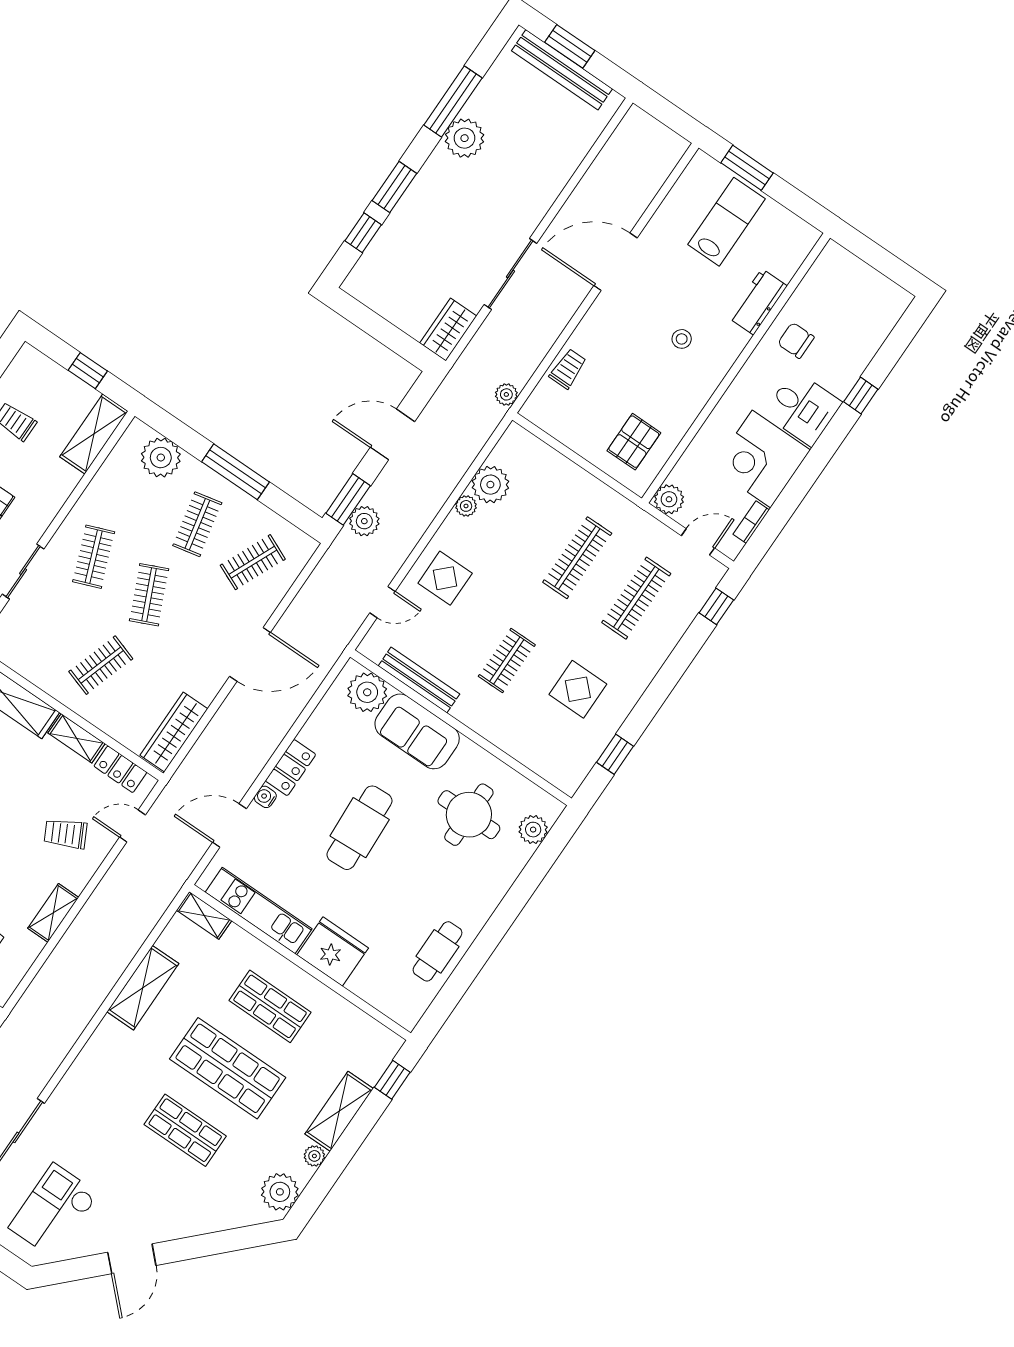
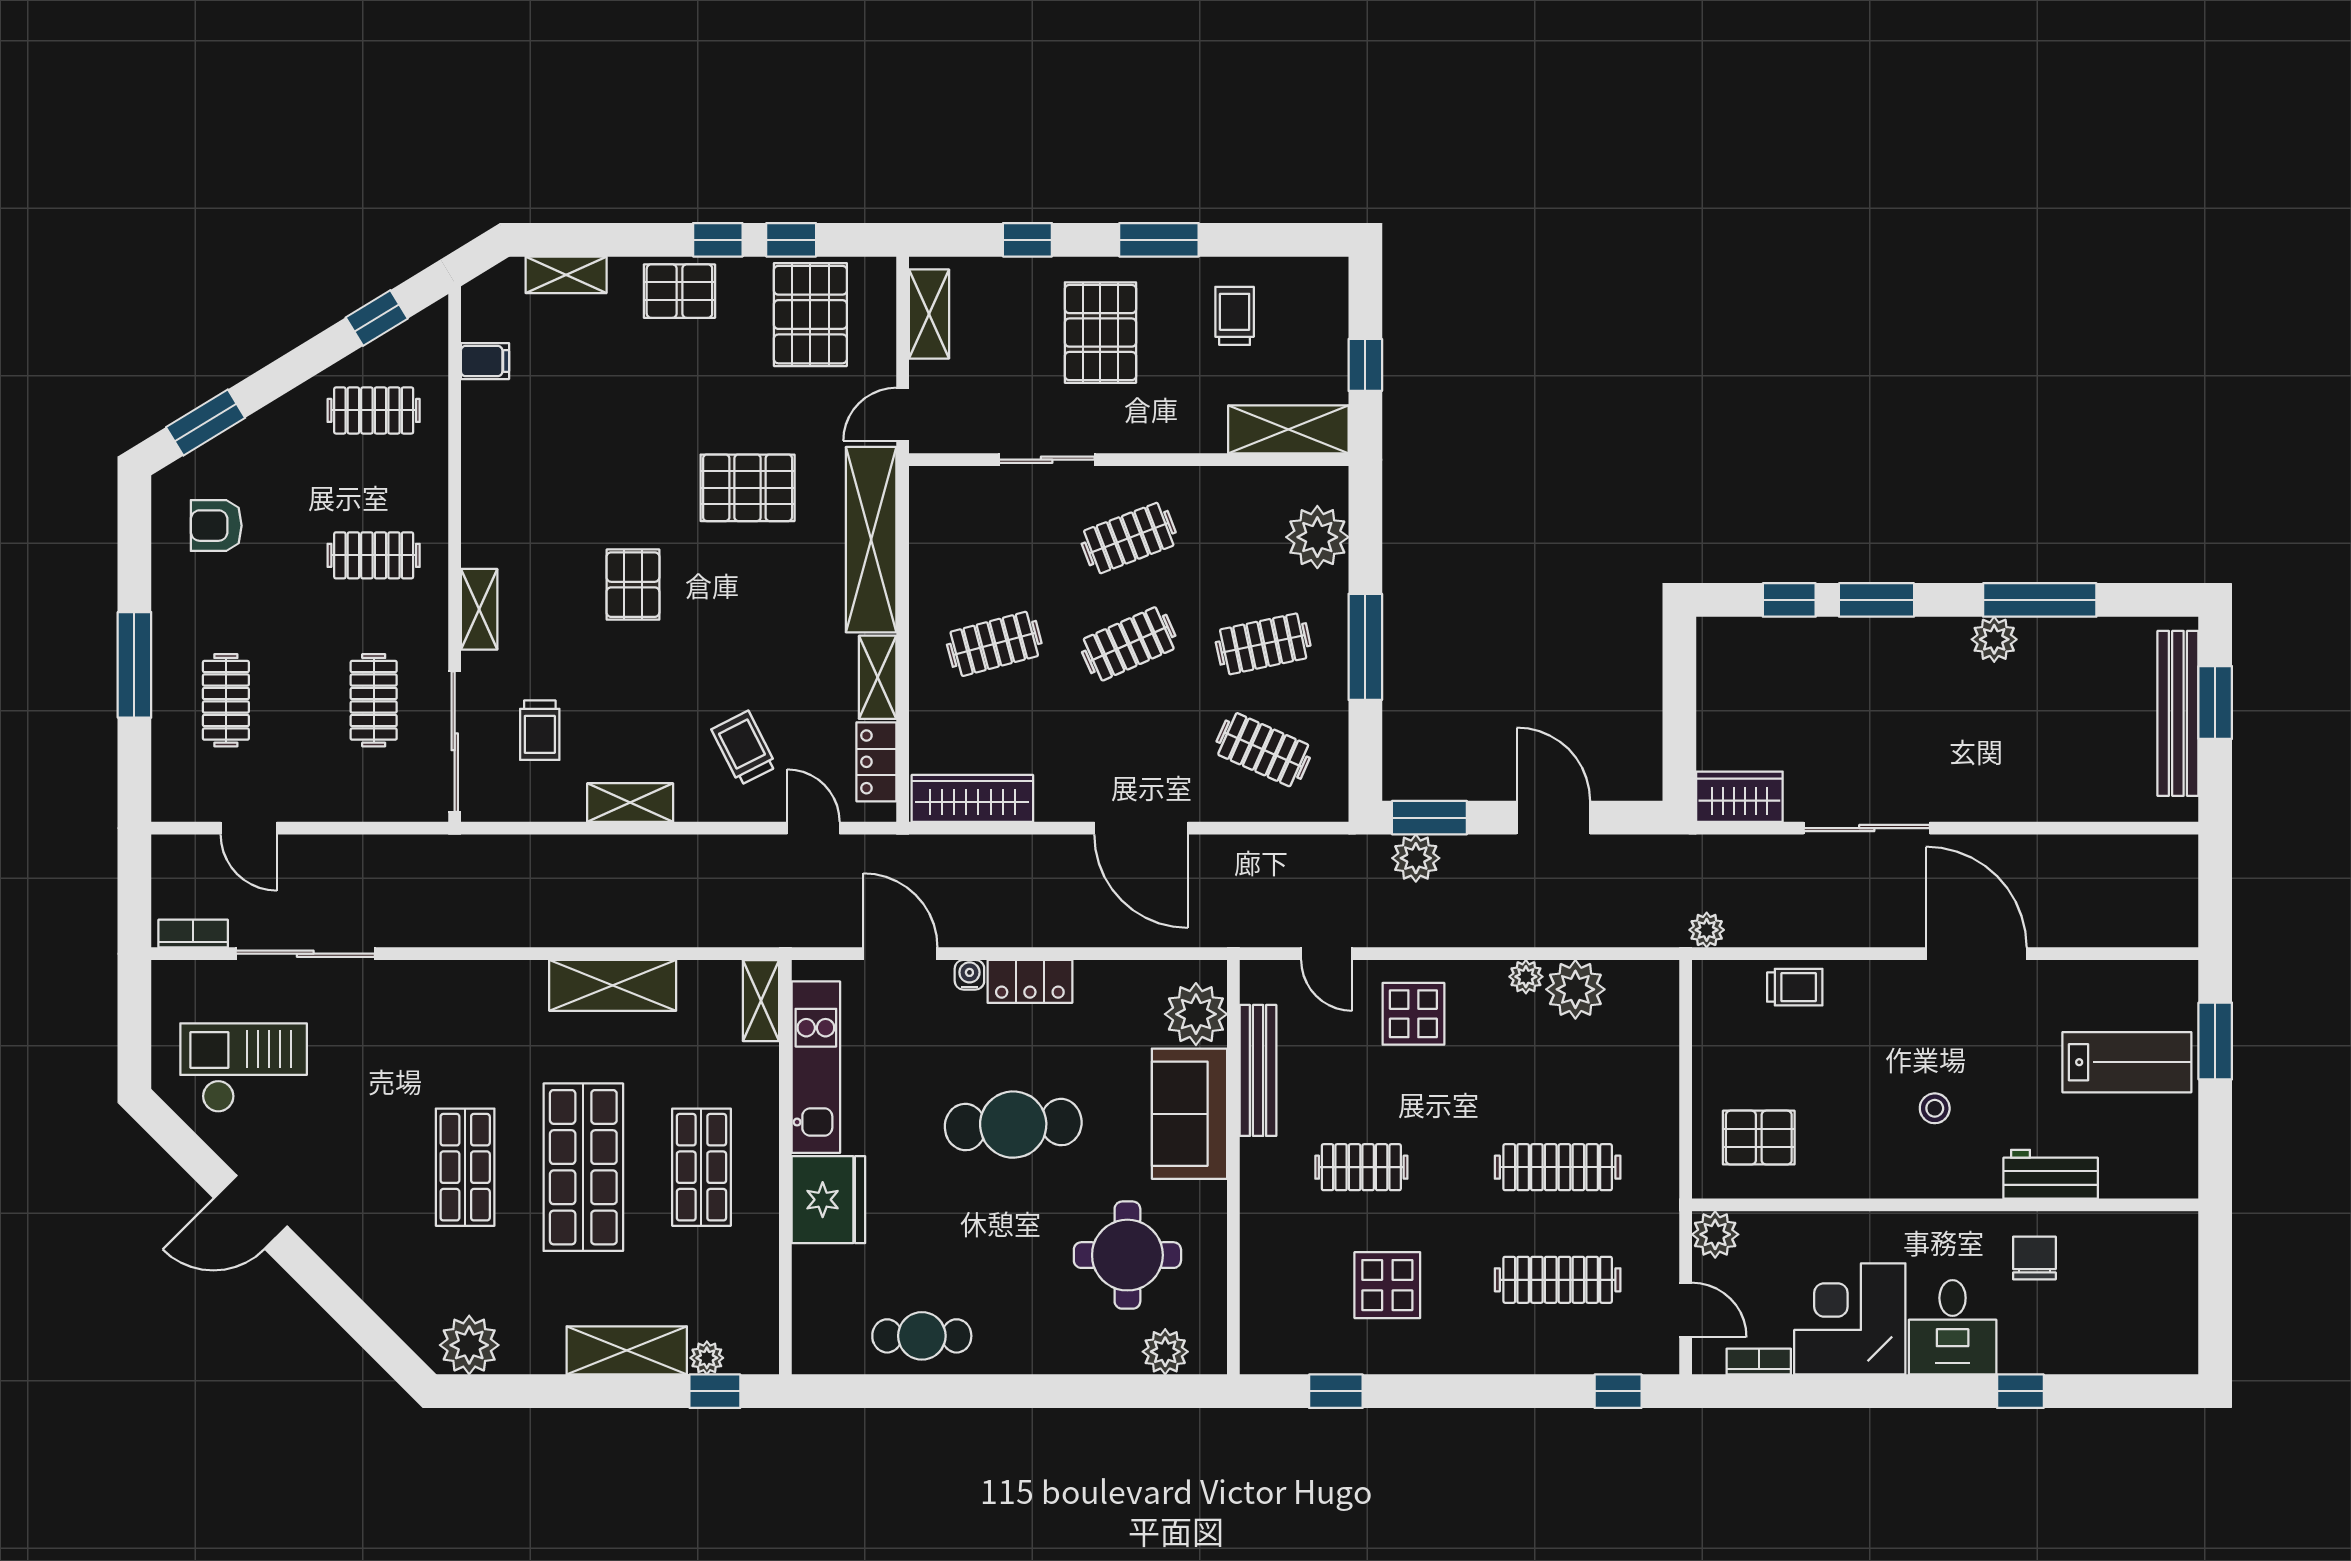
plant: (465, 138) -> (1994, 639), width x0.73, depth x0.73
clothes rail: (101, 665) -> (994, 644), turned -33
plant: (314, 1156) -> (707, 1358), moved

